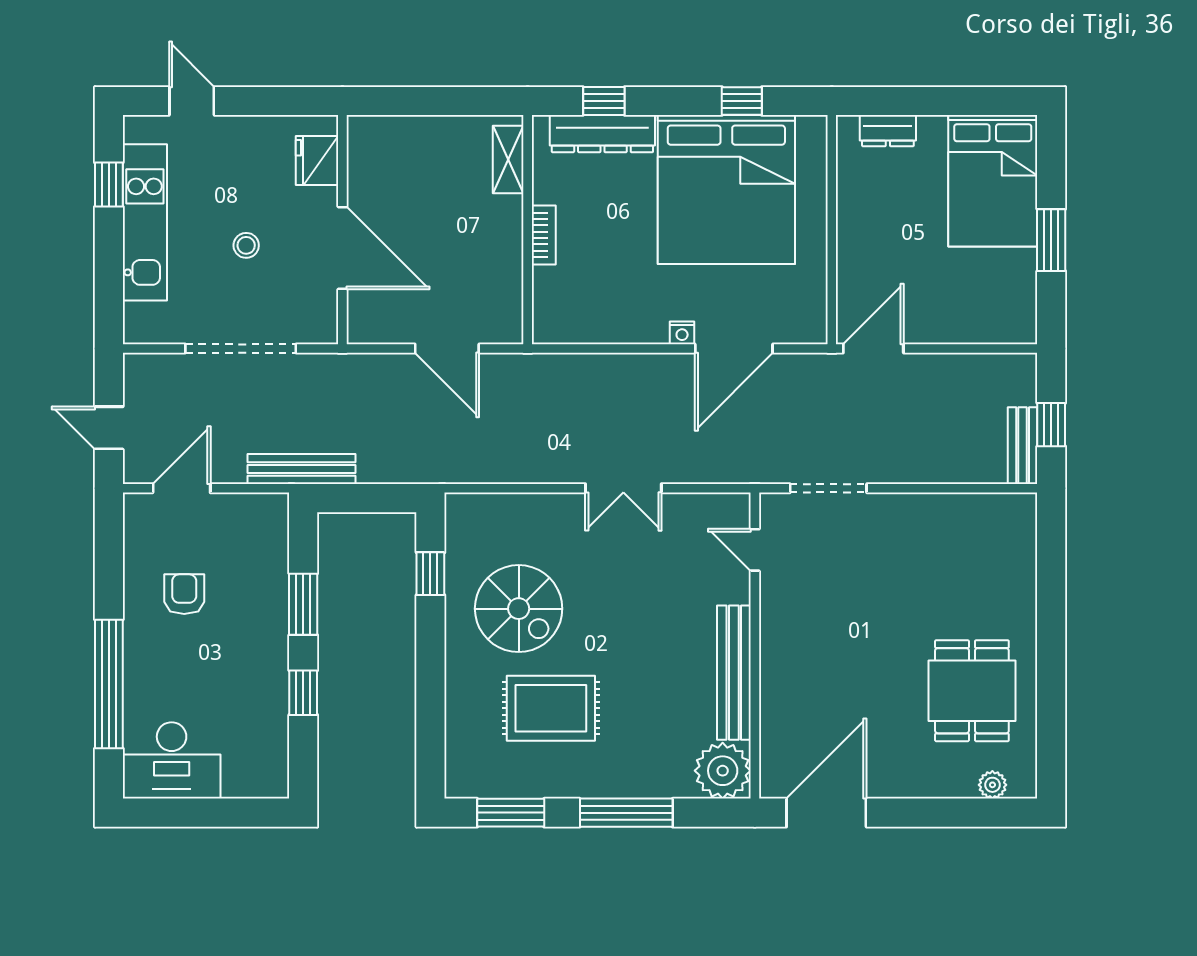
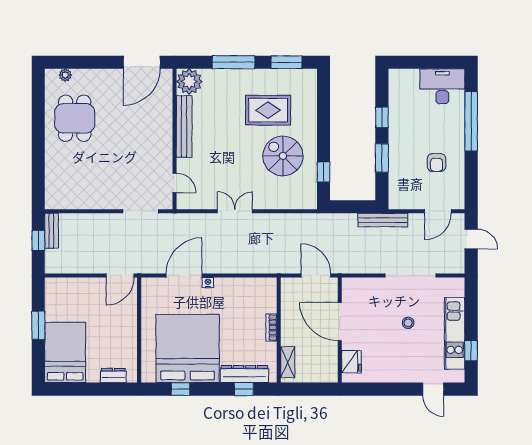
fridge: (317, 161) -> (351, 362), moved
wall: (342, 230) -> (340, 330), moved
door: (342, 248) -> (340, 322), moved

